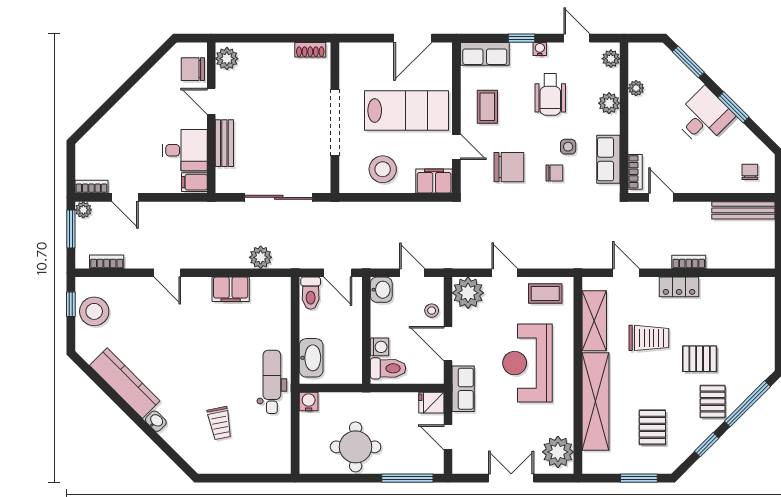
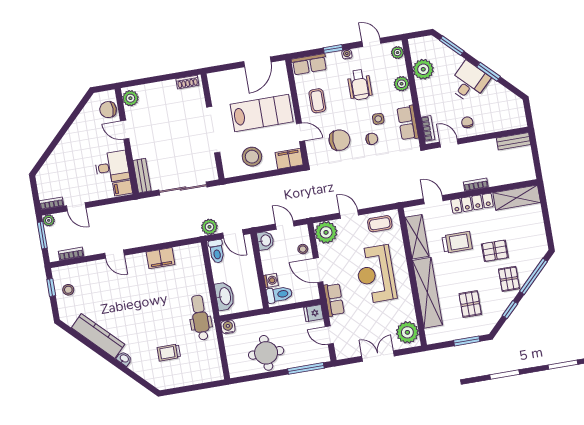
plant: (636, 88) -> (423, 69), width x1.87, depth x1.87
bench: (224, 143) -> (142, 176), moved
chair: (750, 172) -> (467, 122), moved
bench: (743, 210) -> (513, 141), width x0.73
plant: (261, 257) -> (209, 227), moved
locker: (679, 287) -> (472, 203), width x1.53
shelving: (743, 290) -> (517, 198), added
stool: (94, 311) -> (68, 290), width x0.53, depth x0.53
trolley: (220, 423) -> (169, 353), turned 101

